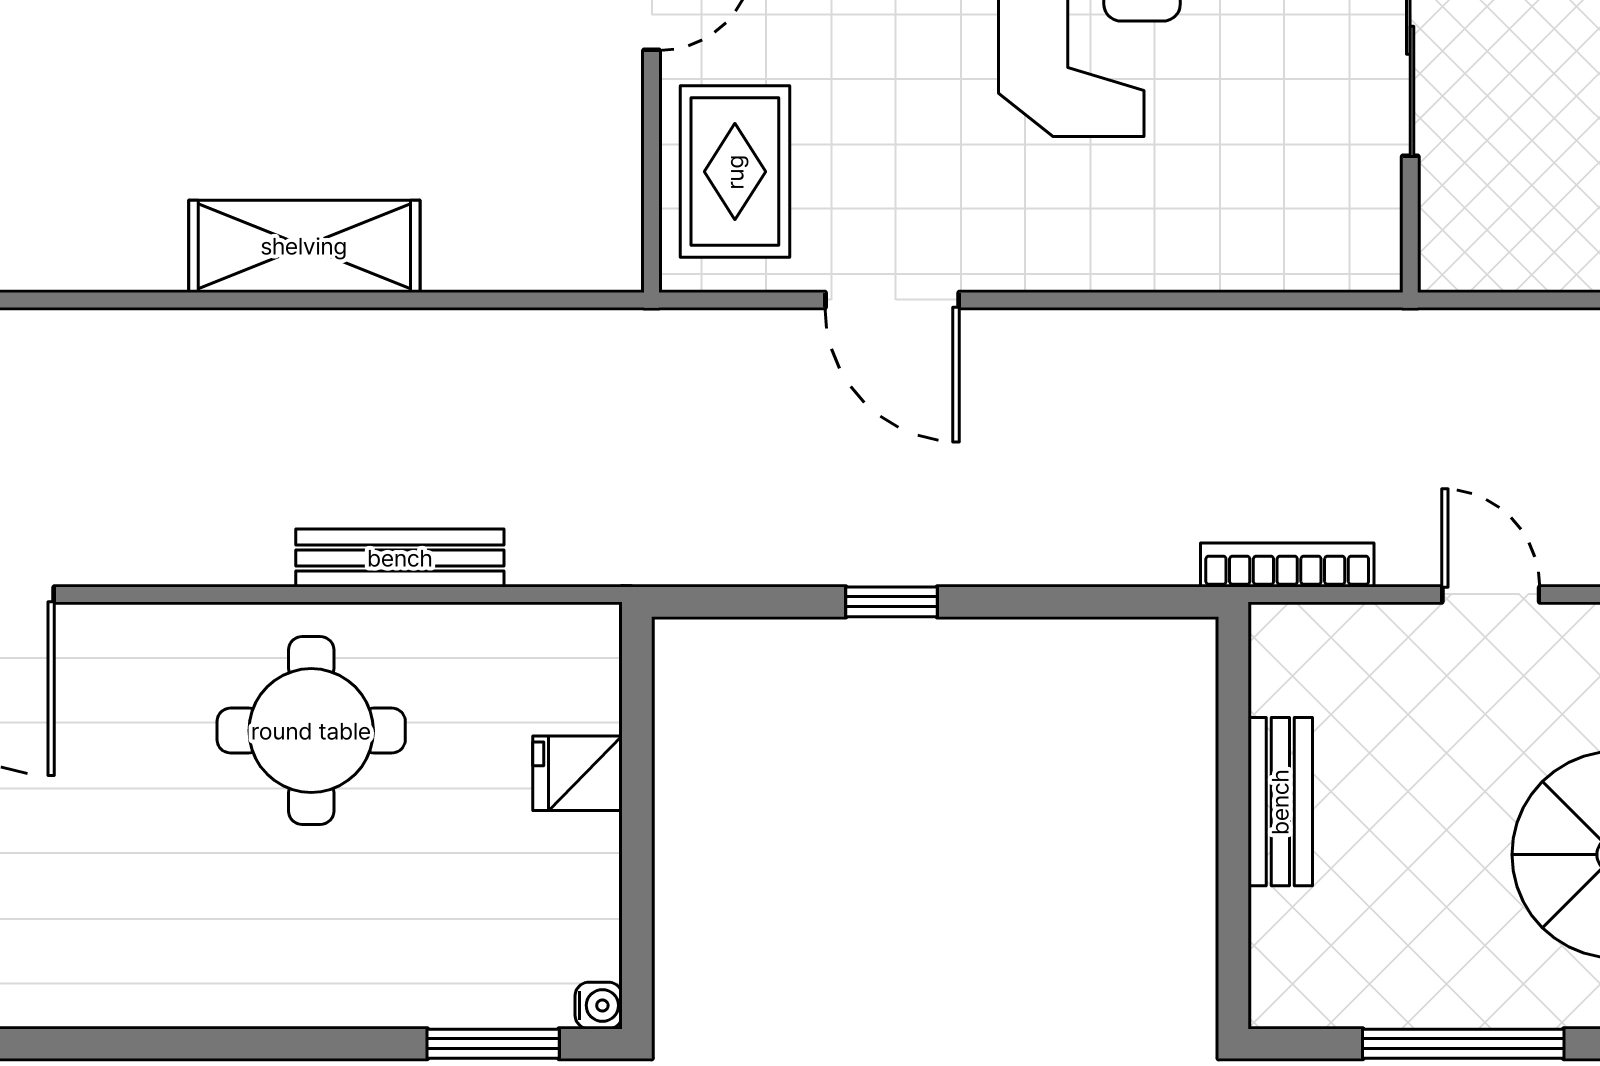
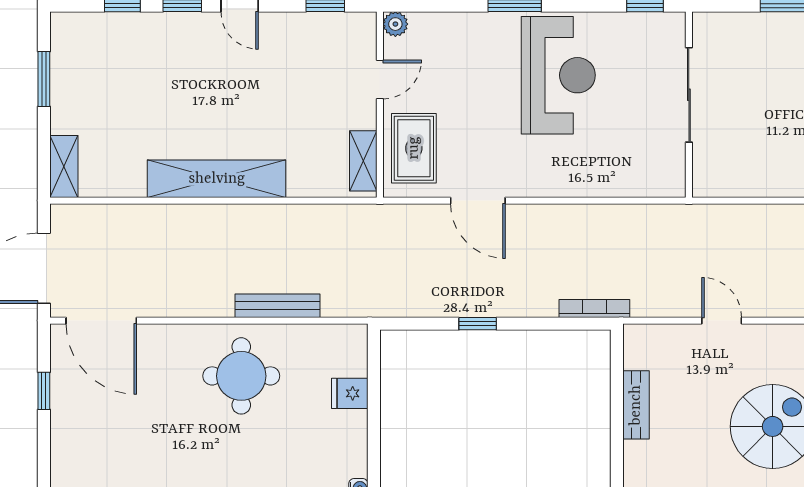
shelving: (611, 203) -> (363, 161), added
shelving: (304, 246) -> (217, 179), width x1.47
bookcase: (1287, 565) -> (594, 308), moved

